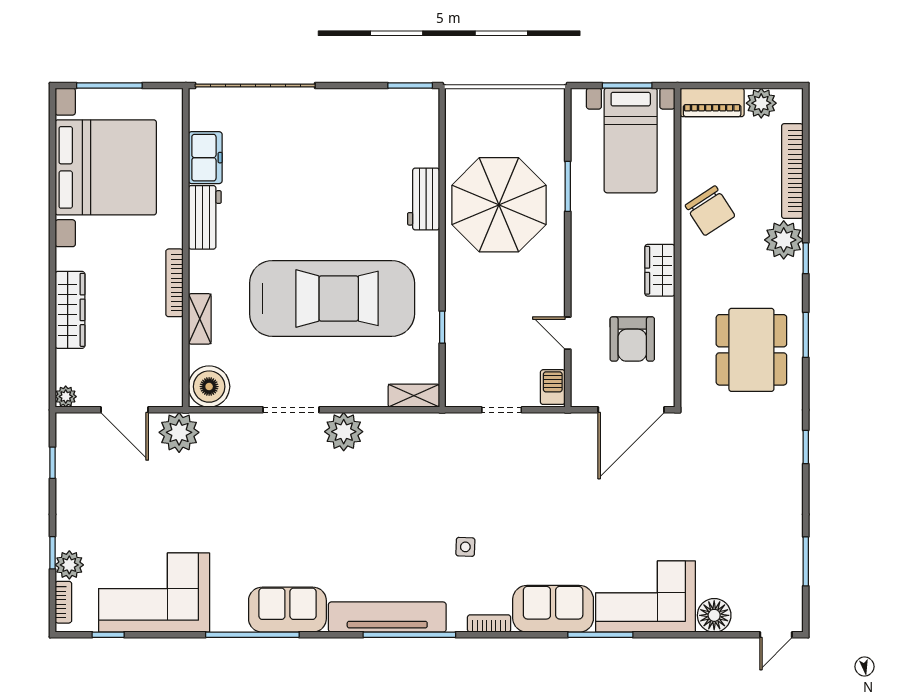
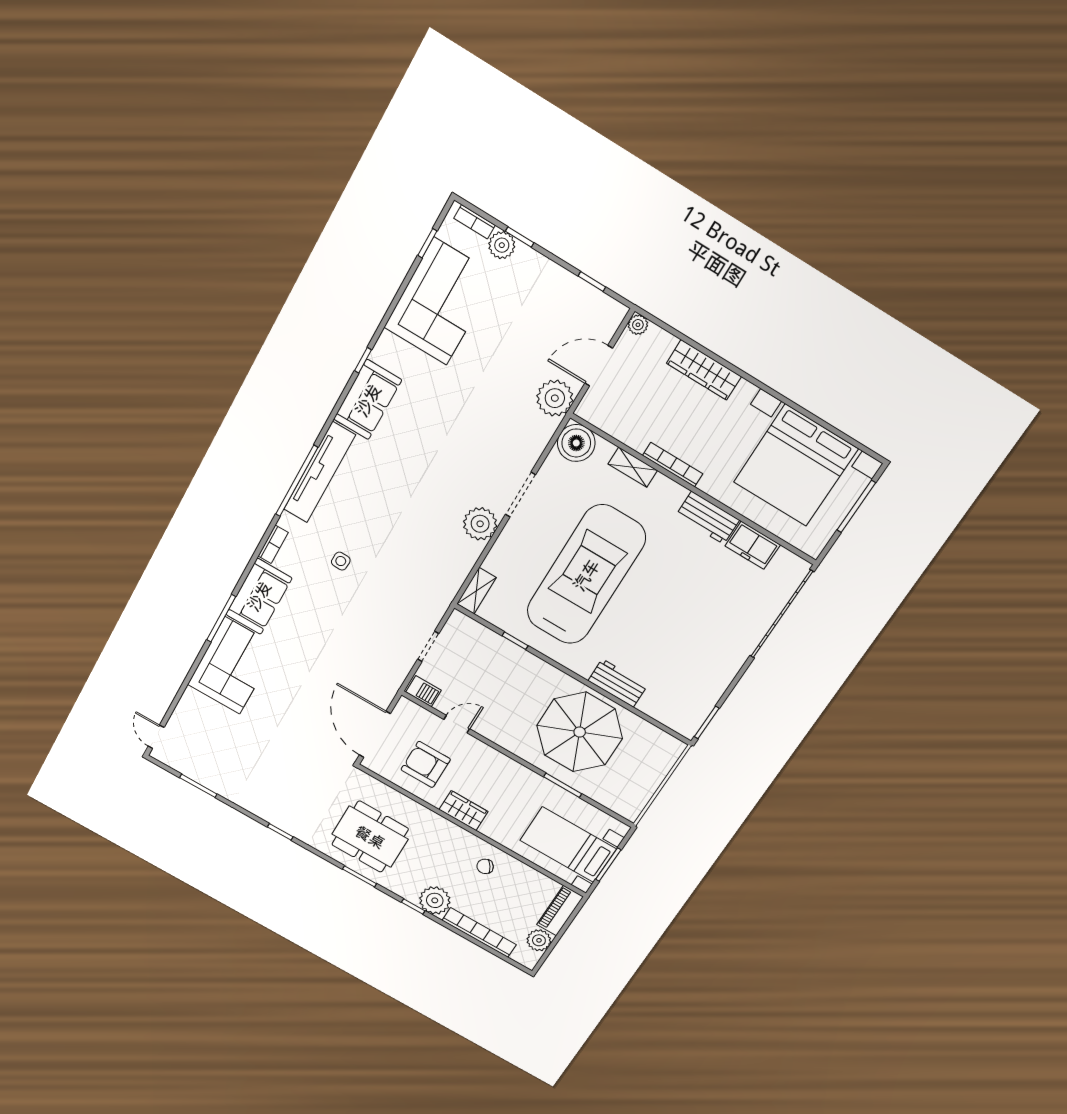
chair: (710, 211) -> (485, 866), width x0.54, depth x0.54
car: (332, 298) -> (586, 575), turned 180
floor lamp: (714, 615) -> (193, 704), removed
window: (252, 635) -> (363, 360), width x0.32

